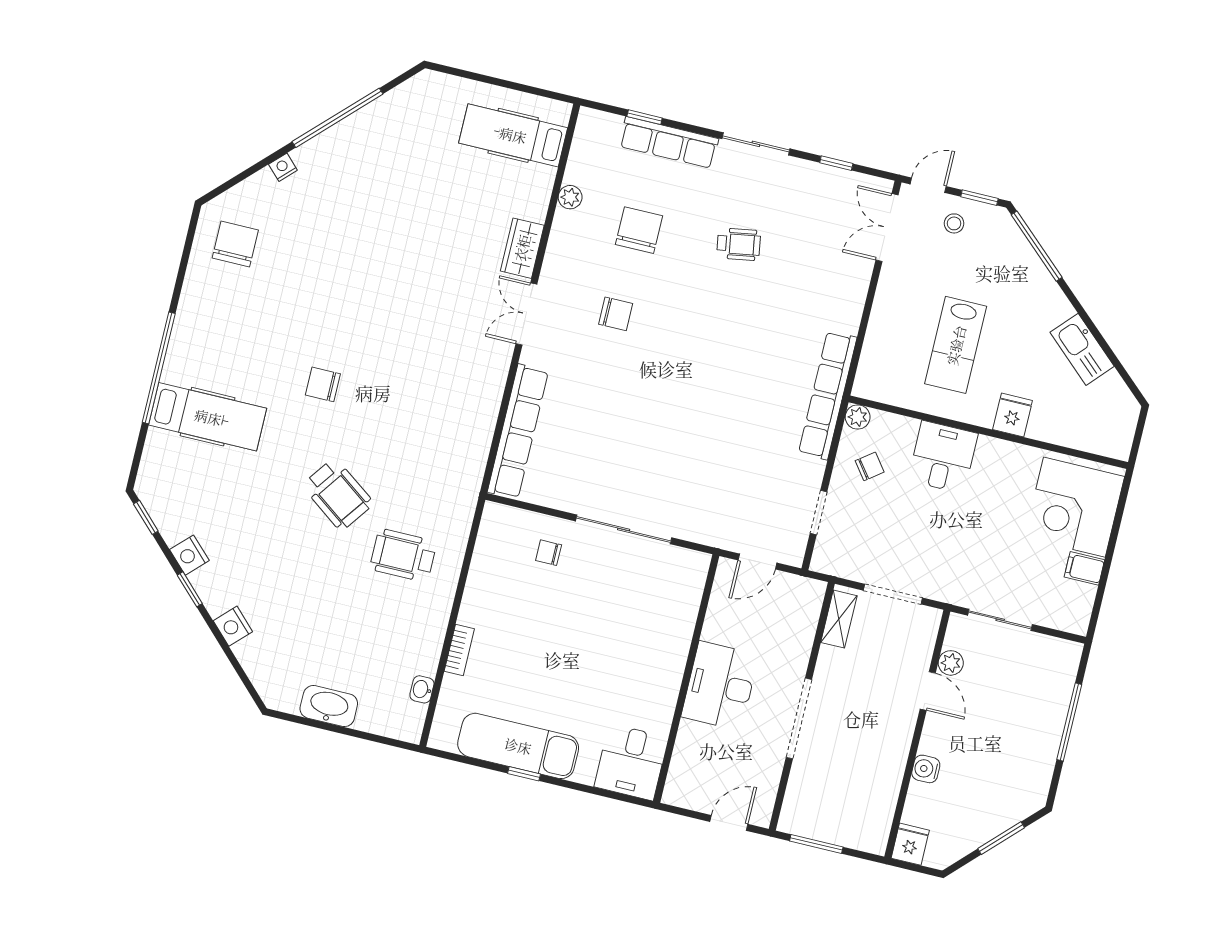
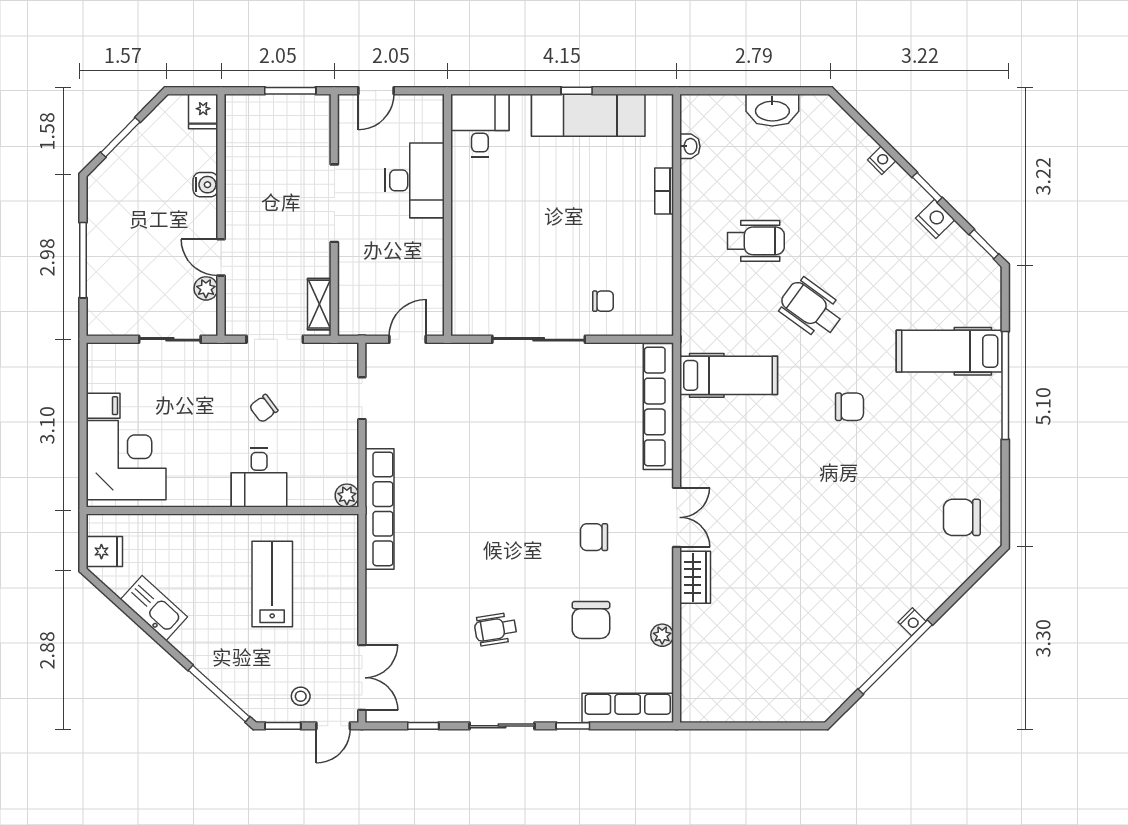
window: (645, 117) -> (573, 726), moved
hospital bed: (513, 135) -> (729, 375), moved
row of seats: (669, 142) -> (628, 708), moved
nightstand: (283, 167) -> (912, 622), moved
chair: (235, 244) -> (962, 517), turned 90
fridge: (1013, 415) -> (104, 552), moved, turned -90
chair: (870, 466) -> (264, 408), moved
wheelchair: (403, 555) -> (756, 241), moved
nightstand: (233, 626) -> (882, 160), width x0.72, depth x0.74
desk: (720, 686) -> (415, 180), moved

